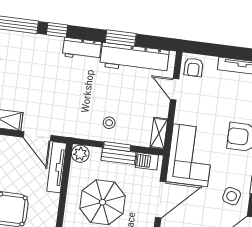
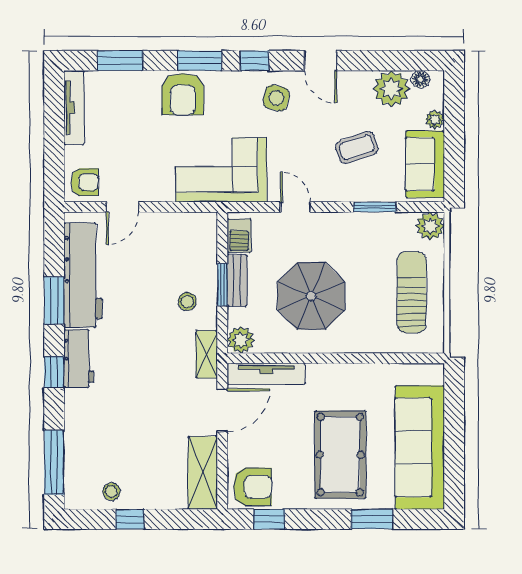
window: (57, 30) -> (54, 372), moved
shelving: (159, 133) -> (207, 354), moved, turned 90
door: (161, 199) -> (295, 207), width x0.53

